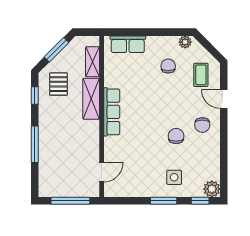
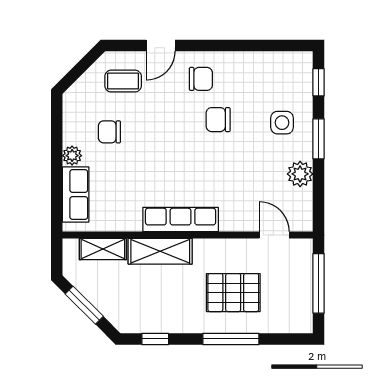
plant: (185, 42) -> (72, 156), moved
pallet: (59, 84) -> (233, 293), moved, width x1.50, depth x1.42
plant: (212, 189) -> (300, 174), moved

